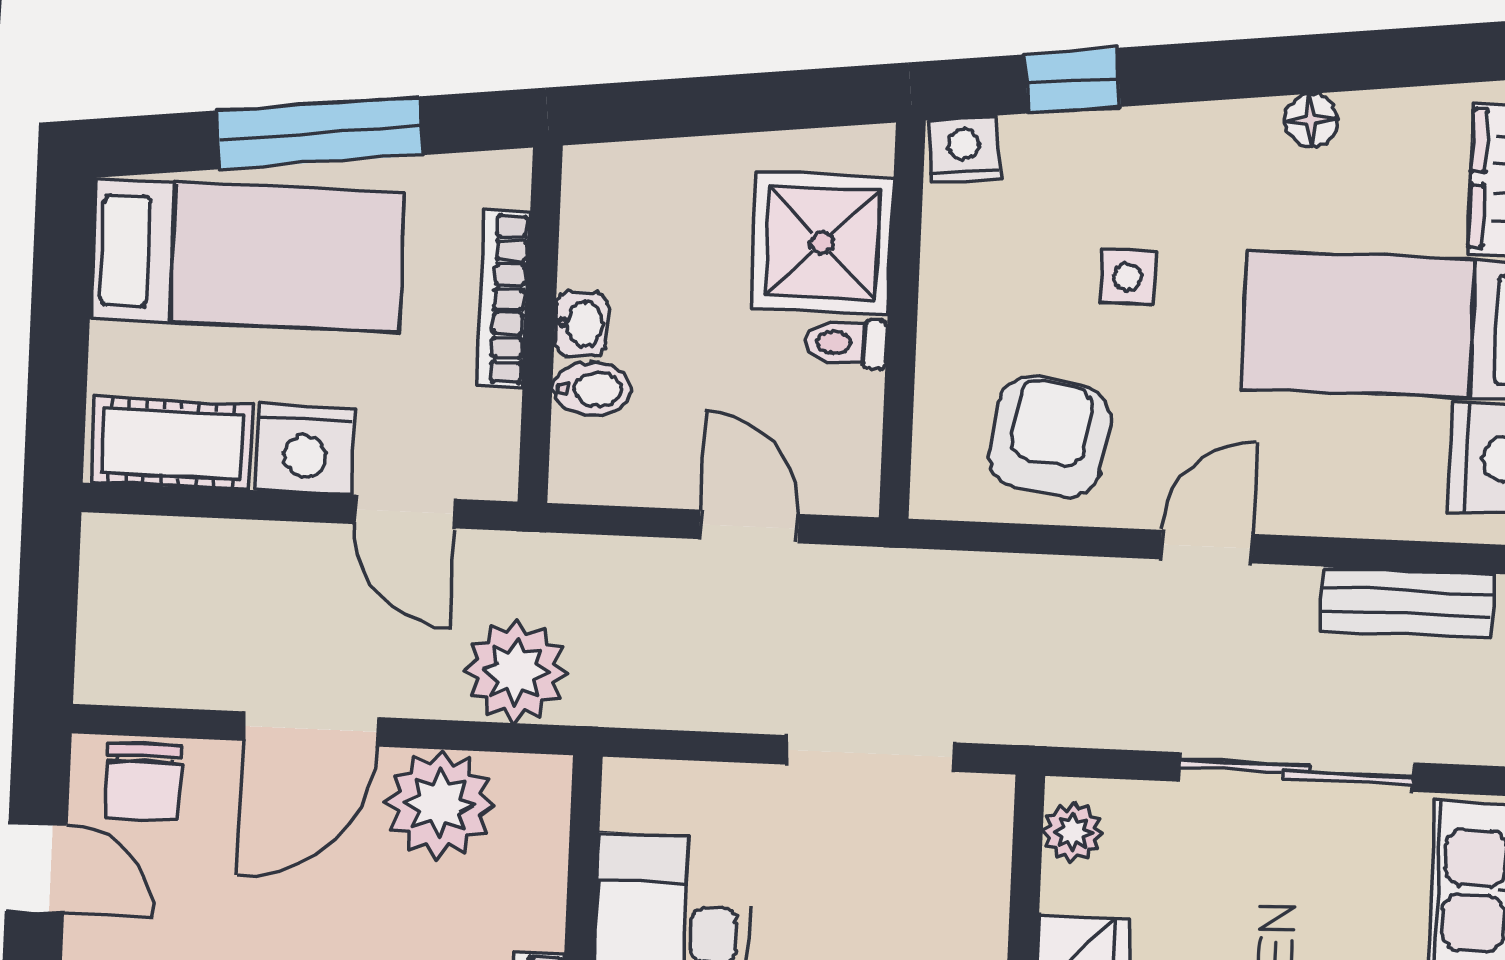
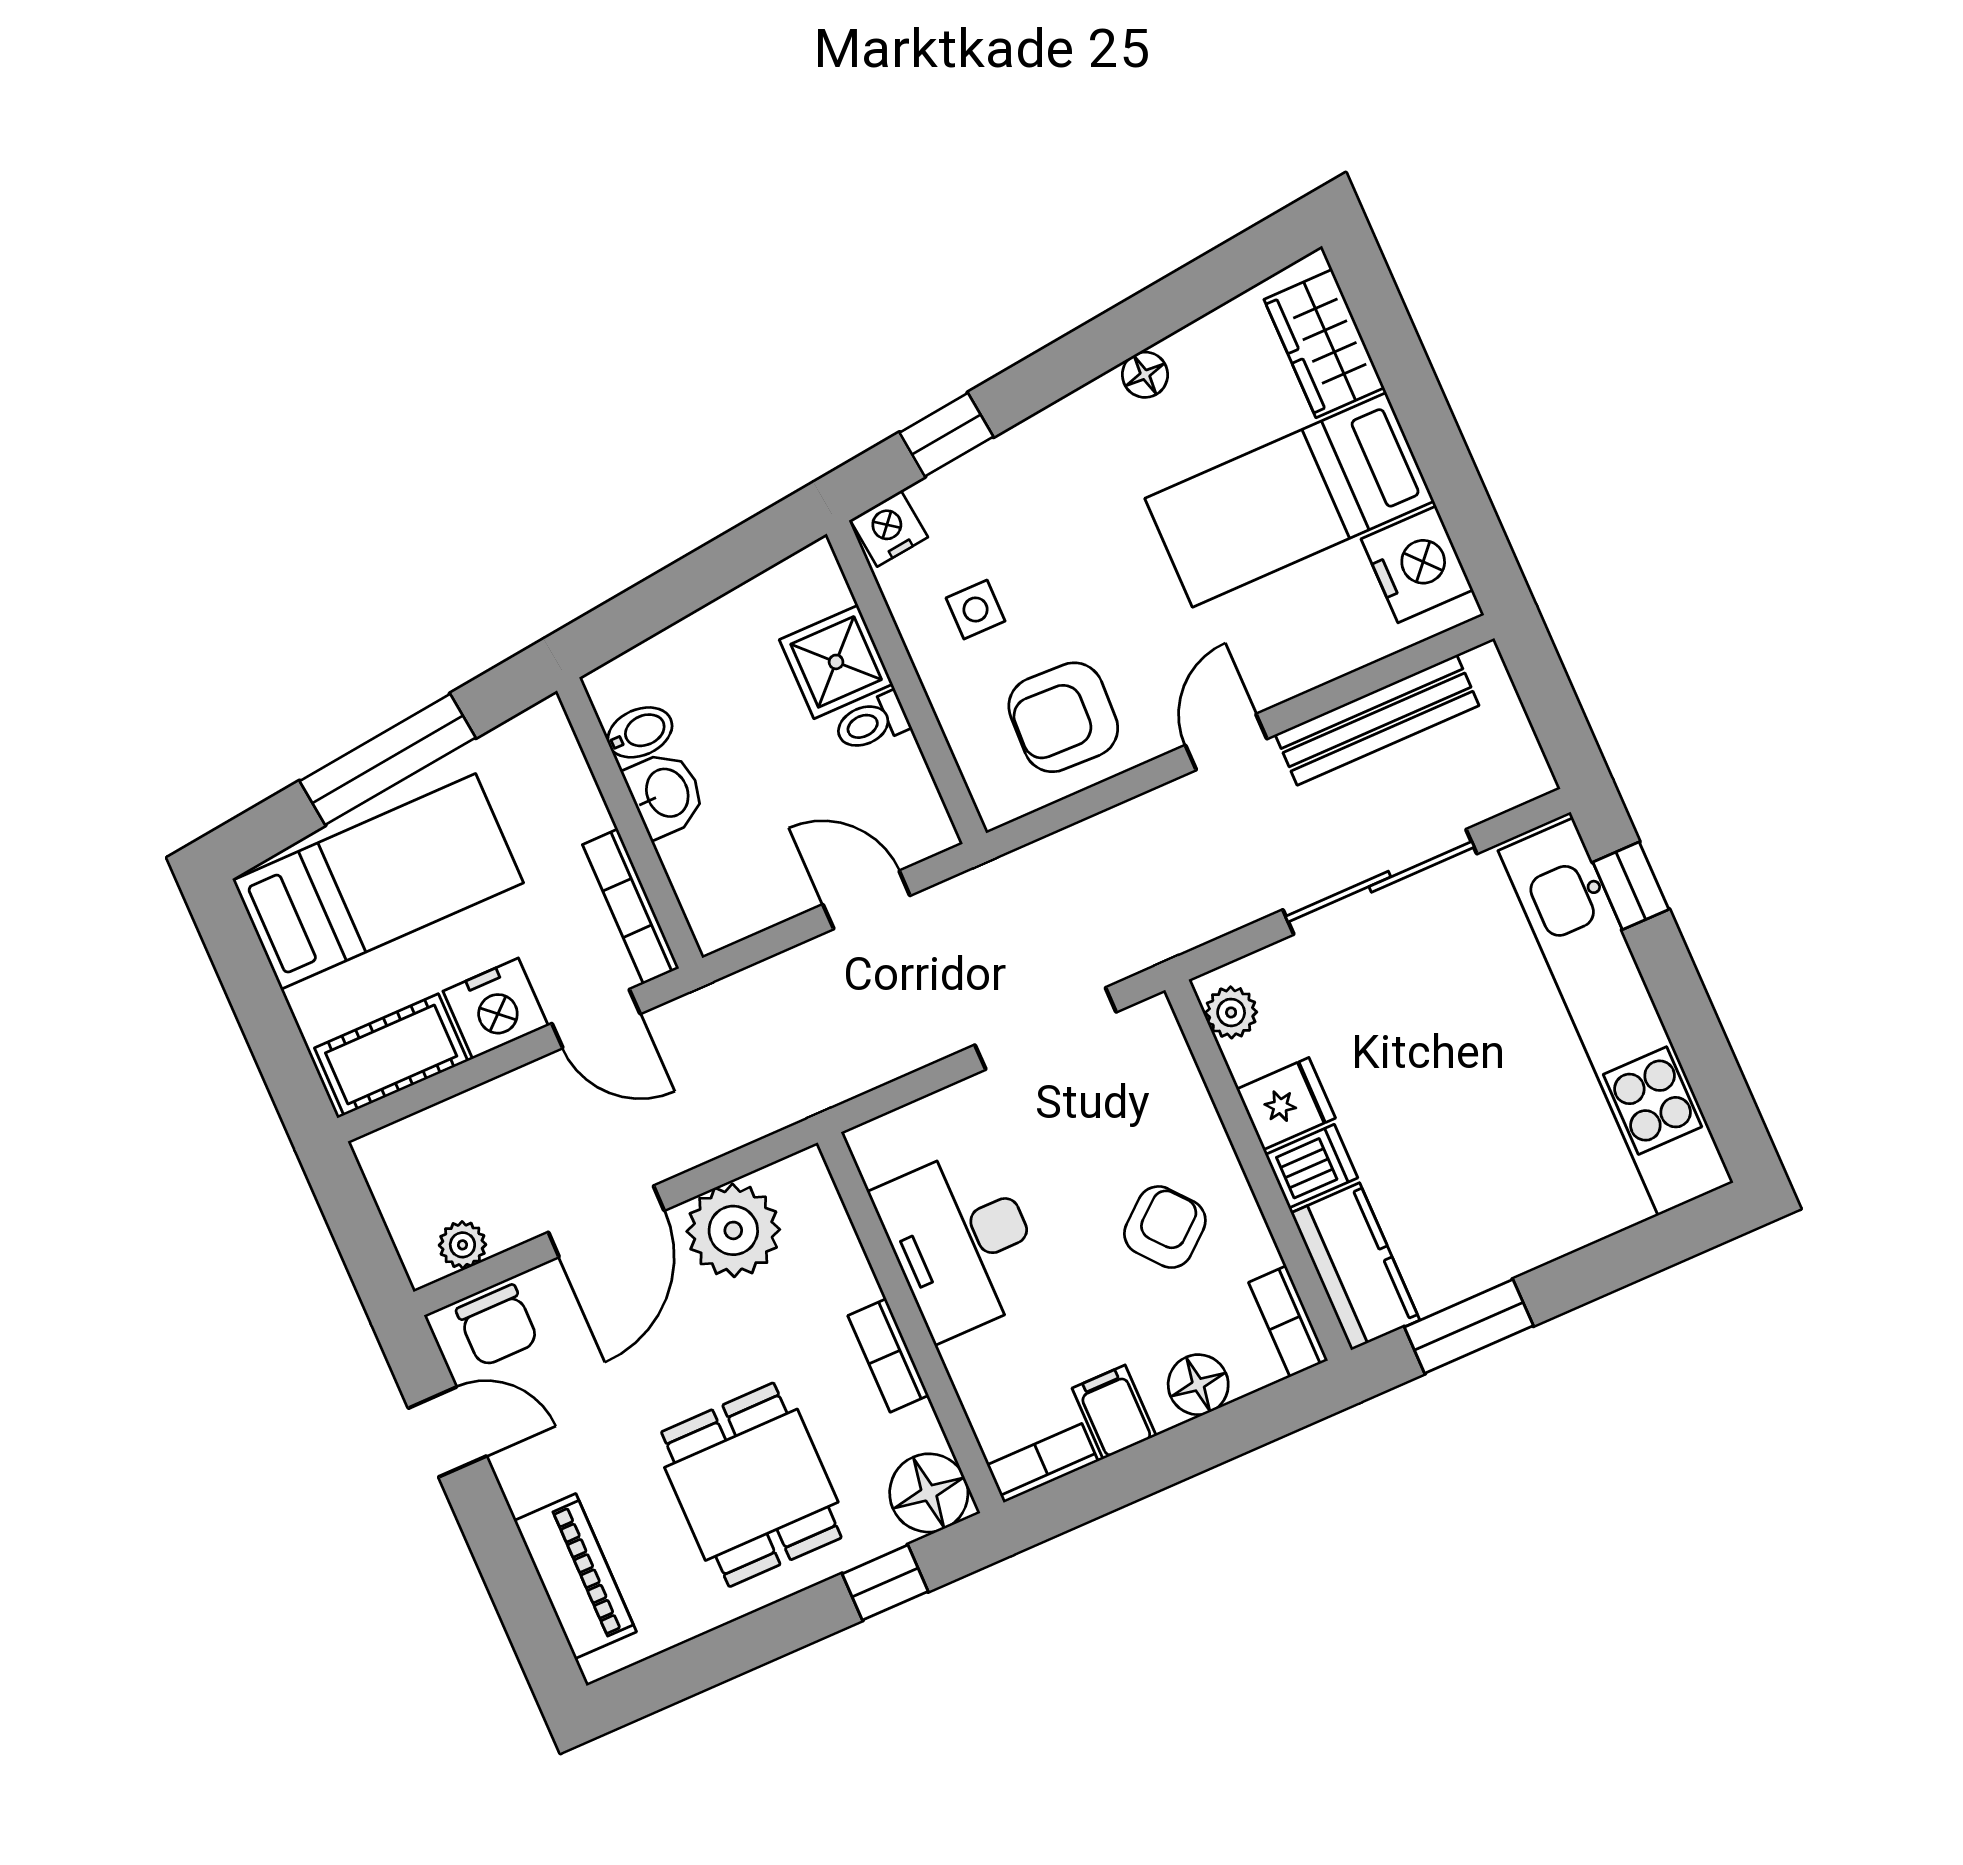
shower: (822, 243) -> (836, 662), width x0.73, depth x0.73
side table: (1128, 277) -> (976, 610), moved
bookcase: (504, 299) -> (631, 906), moved
washbasin: (581, 324) -> (665, 794), width x1.38, depth x1.45
bidet: (591, 389) -> (640, 732), moved
armchair: (1049, 437) -> (1063, 717), turned -97
bench: (1407, 603) -> (1377, 720), width x1.36
plant: (516, 672) -> (462, 1245), moved, width x0.53, depth x0.53

